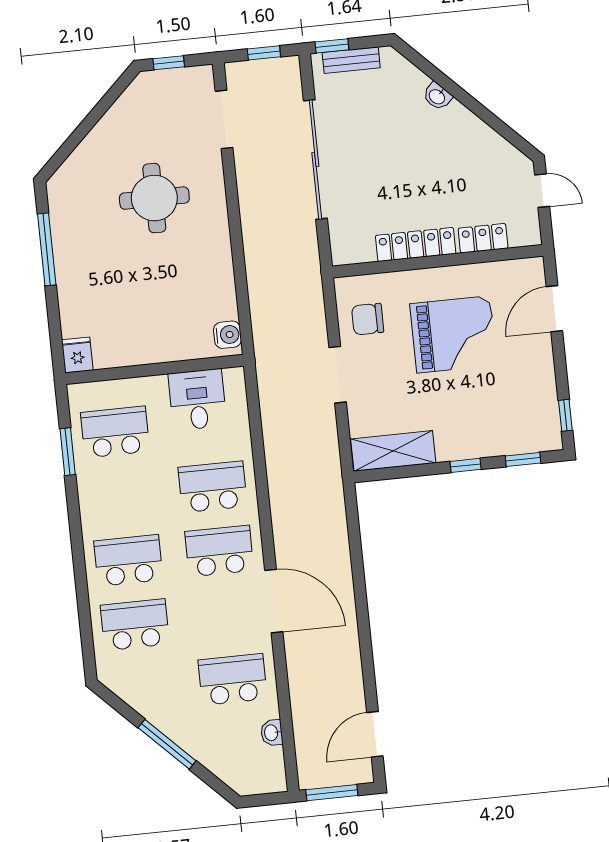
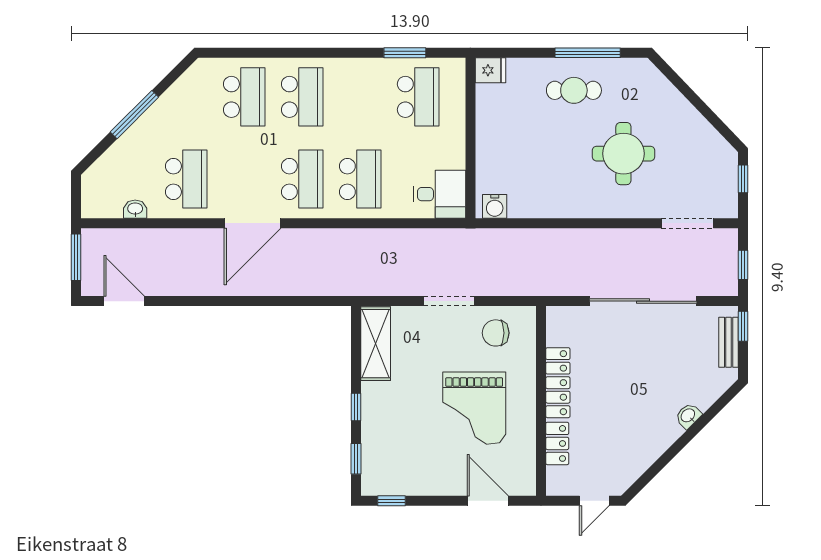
cafe table: (90, 260) -> (574, 90), added
chair: (368, 319) -> (496, 333), turned -90
desk: (197, 400) -> (440, 194), moved

